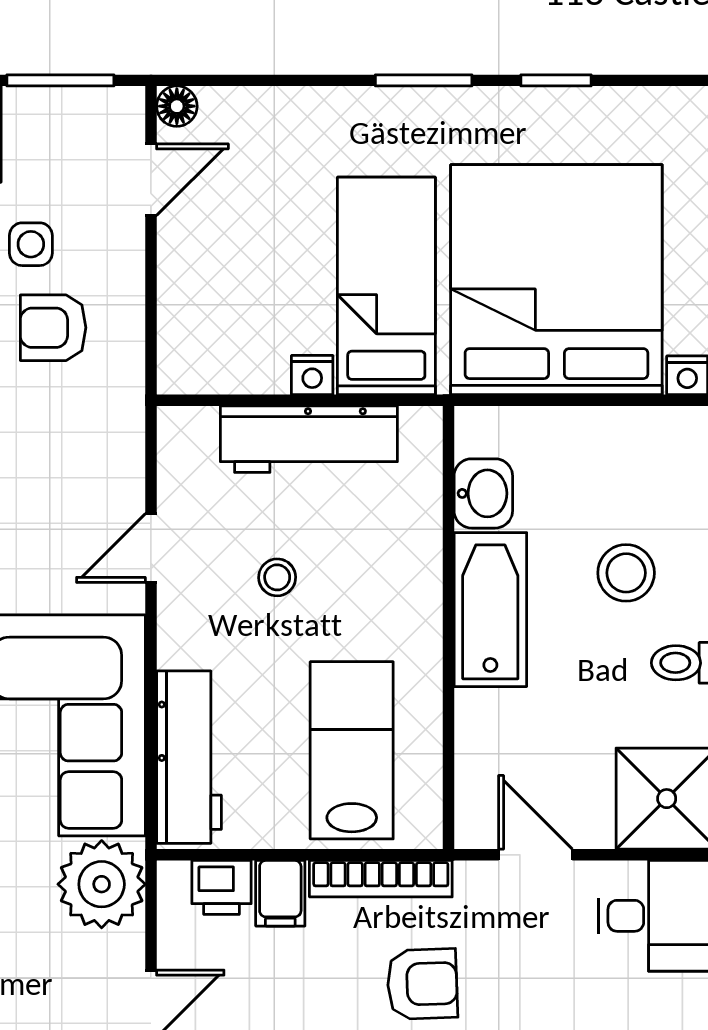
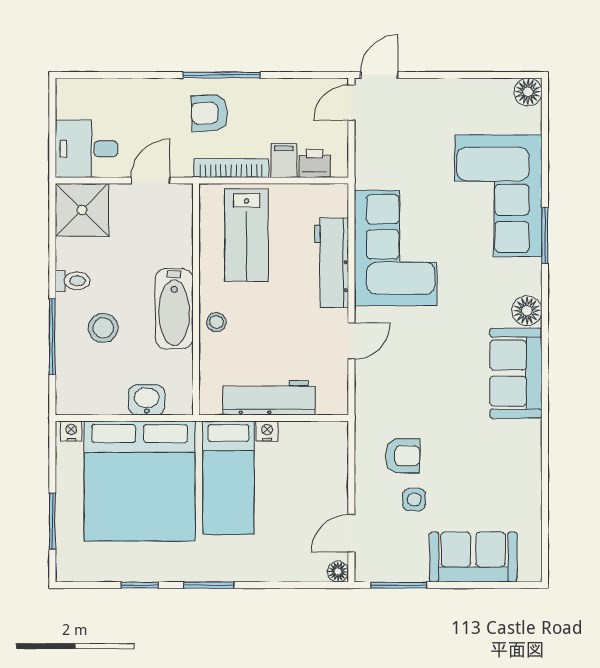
washbasin: (483, 493) -> (147, 400), moved, turned 90
stool: (277, 577) -> (216, 322), moved
workbench: (189, 757) -> (332, 263), moved
door: (535, 855) -> (151, 181), swing flipped
plant: (102, 884) -> (377, 165), removed

